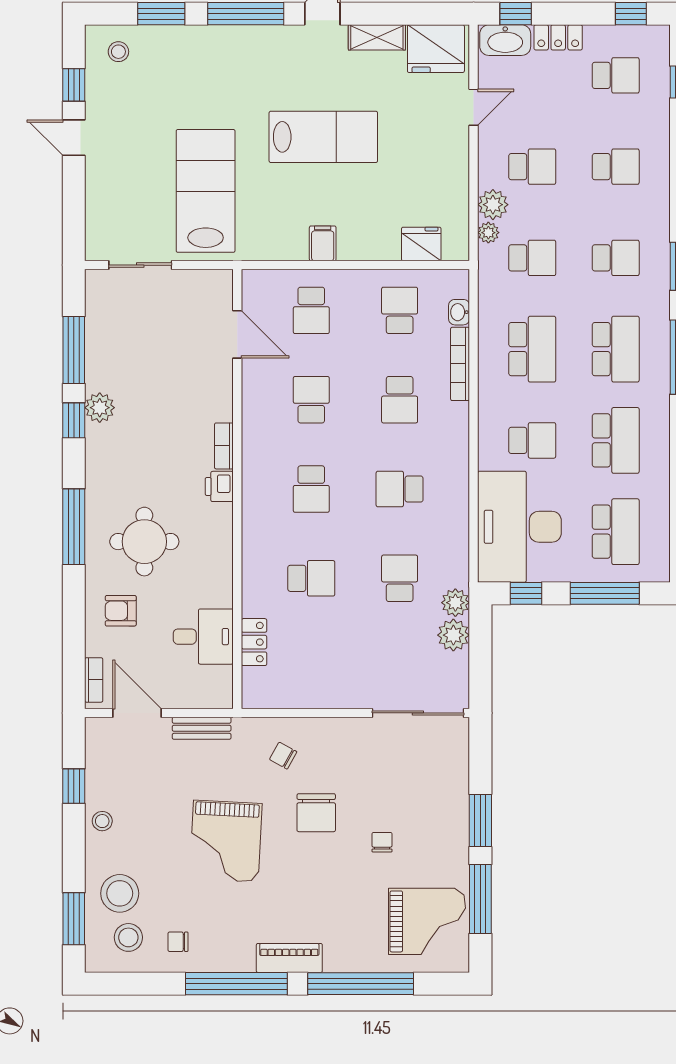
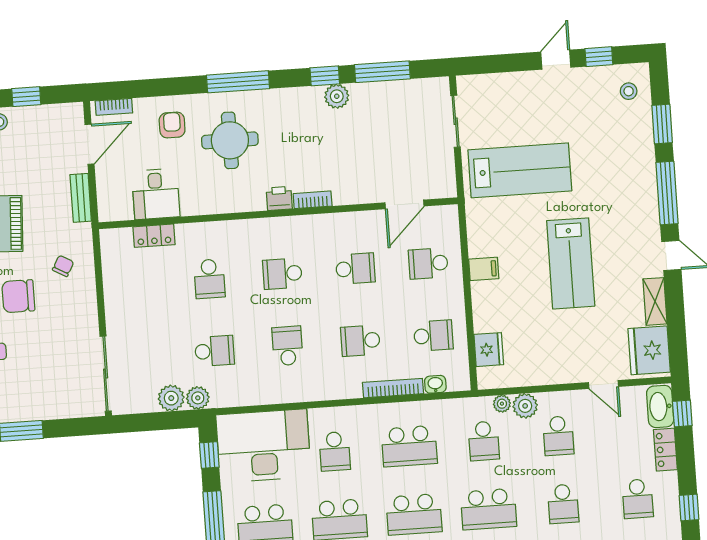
school desk: (616, 258) -> (489, 509), width x1.85

